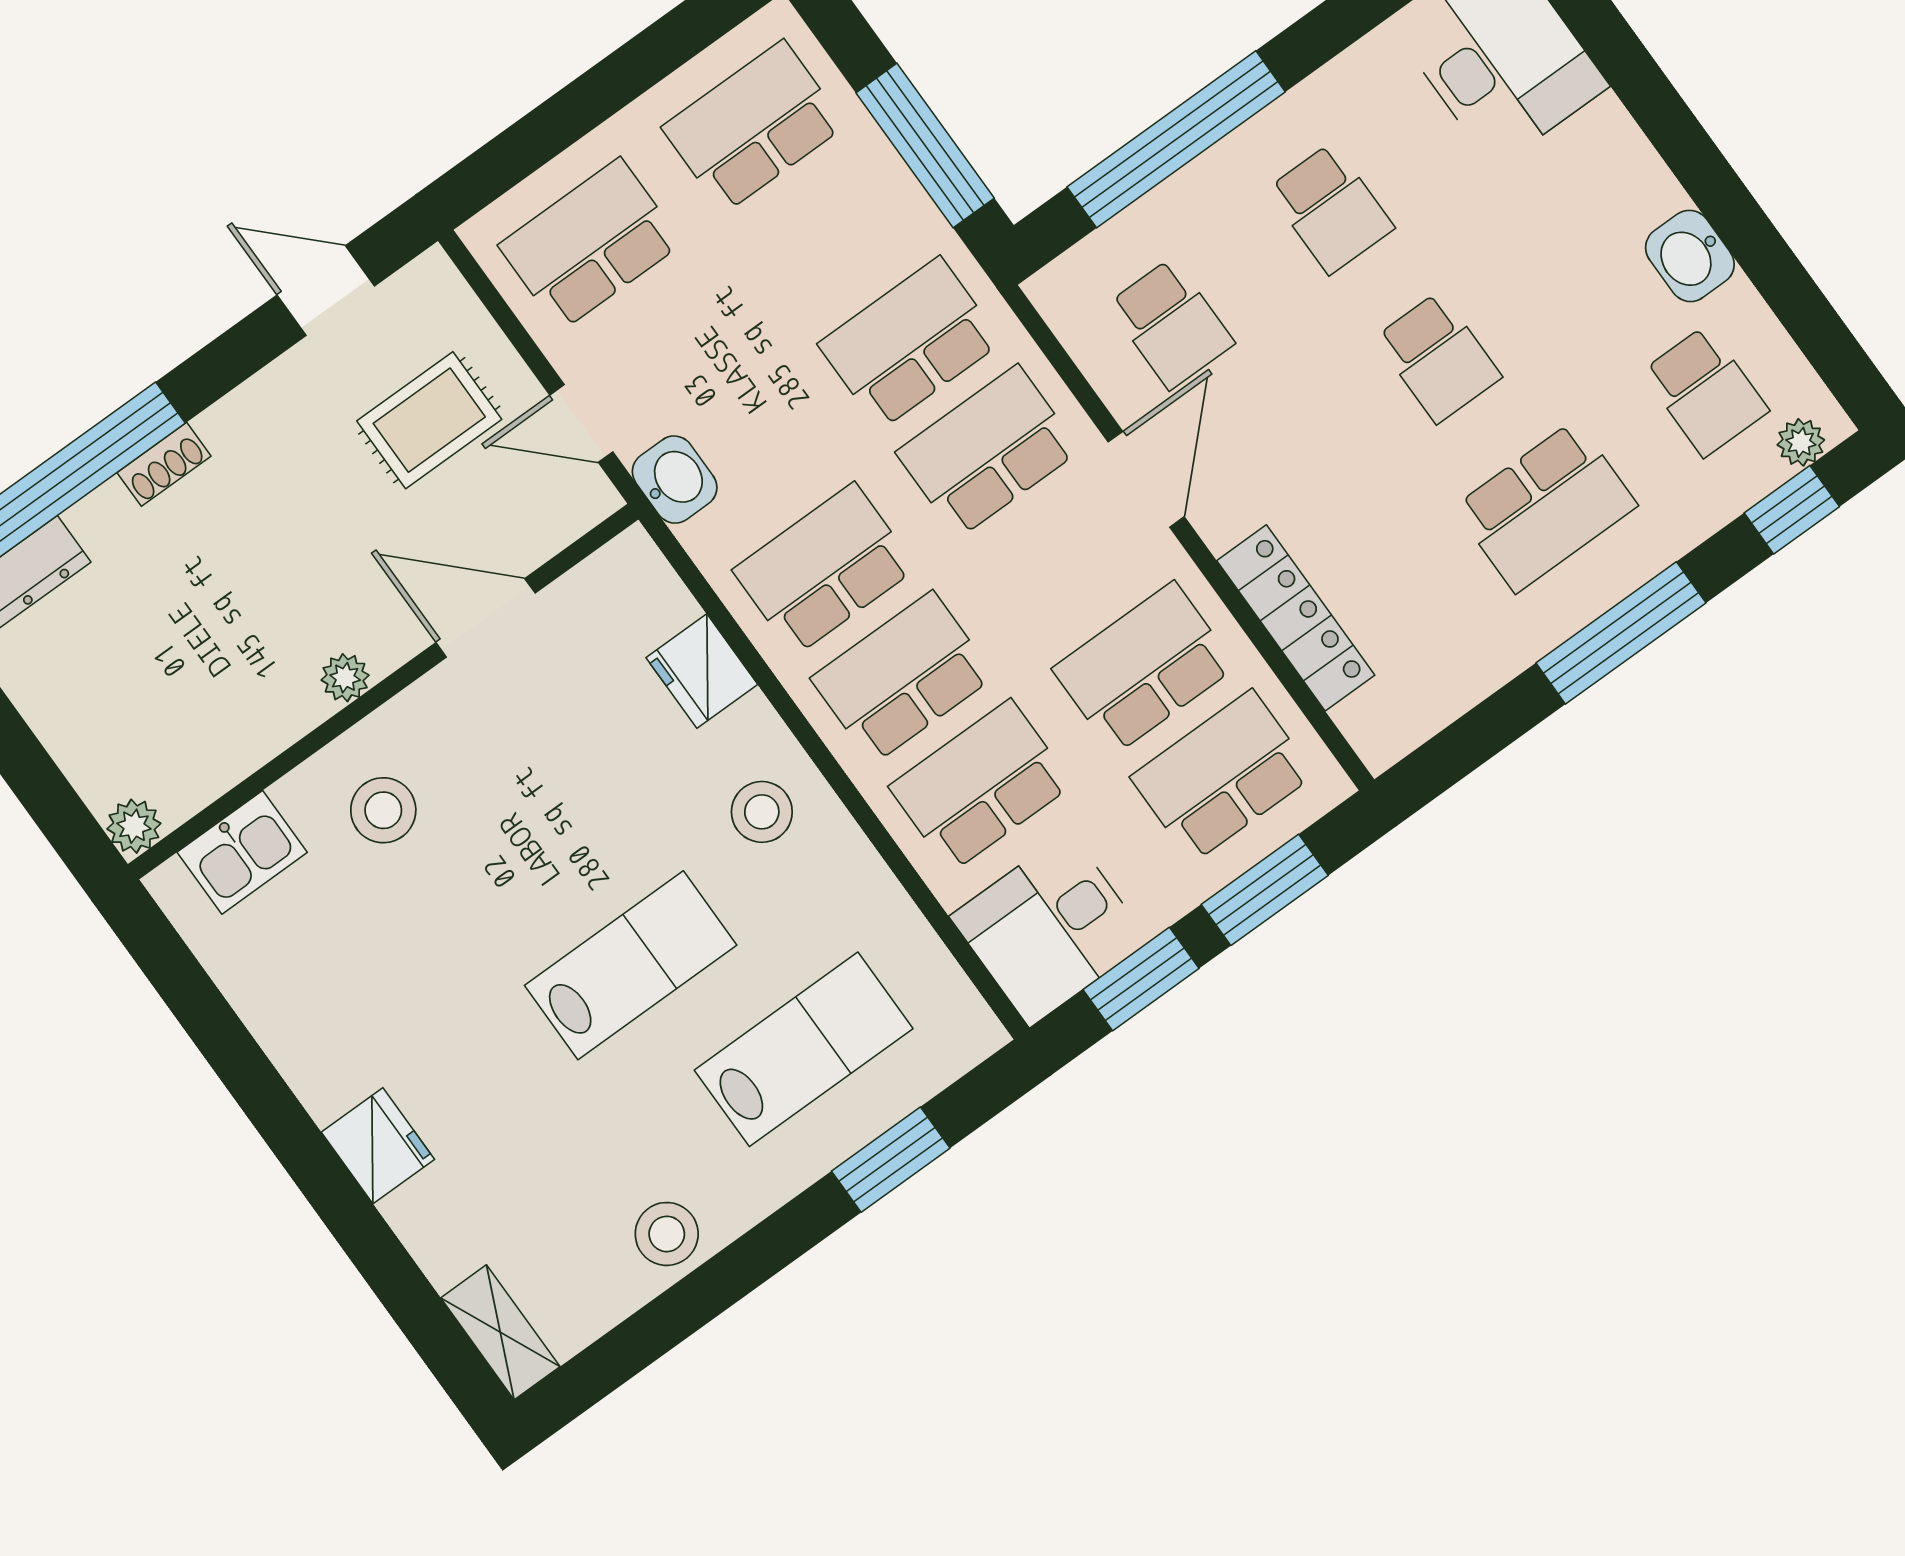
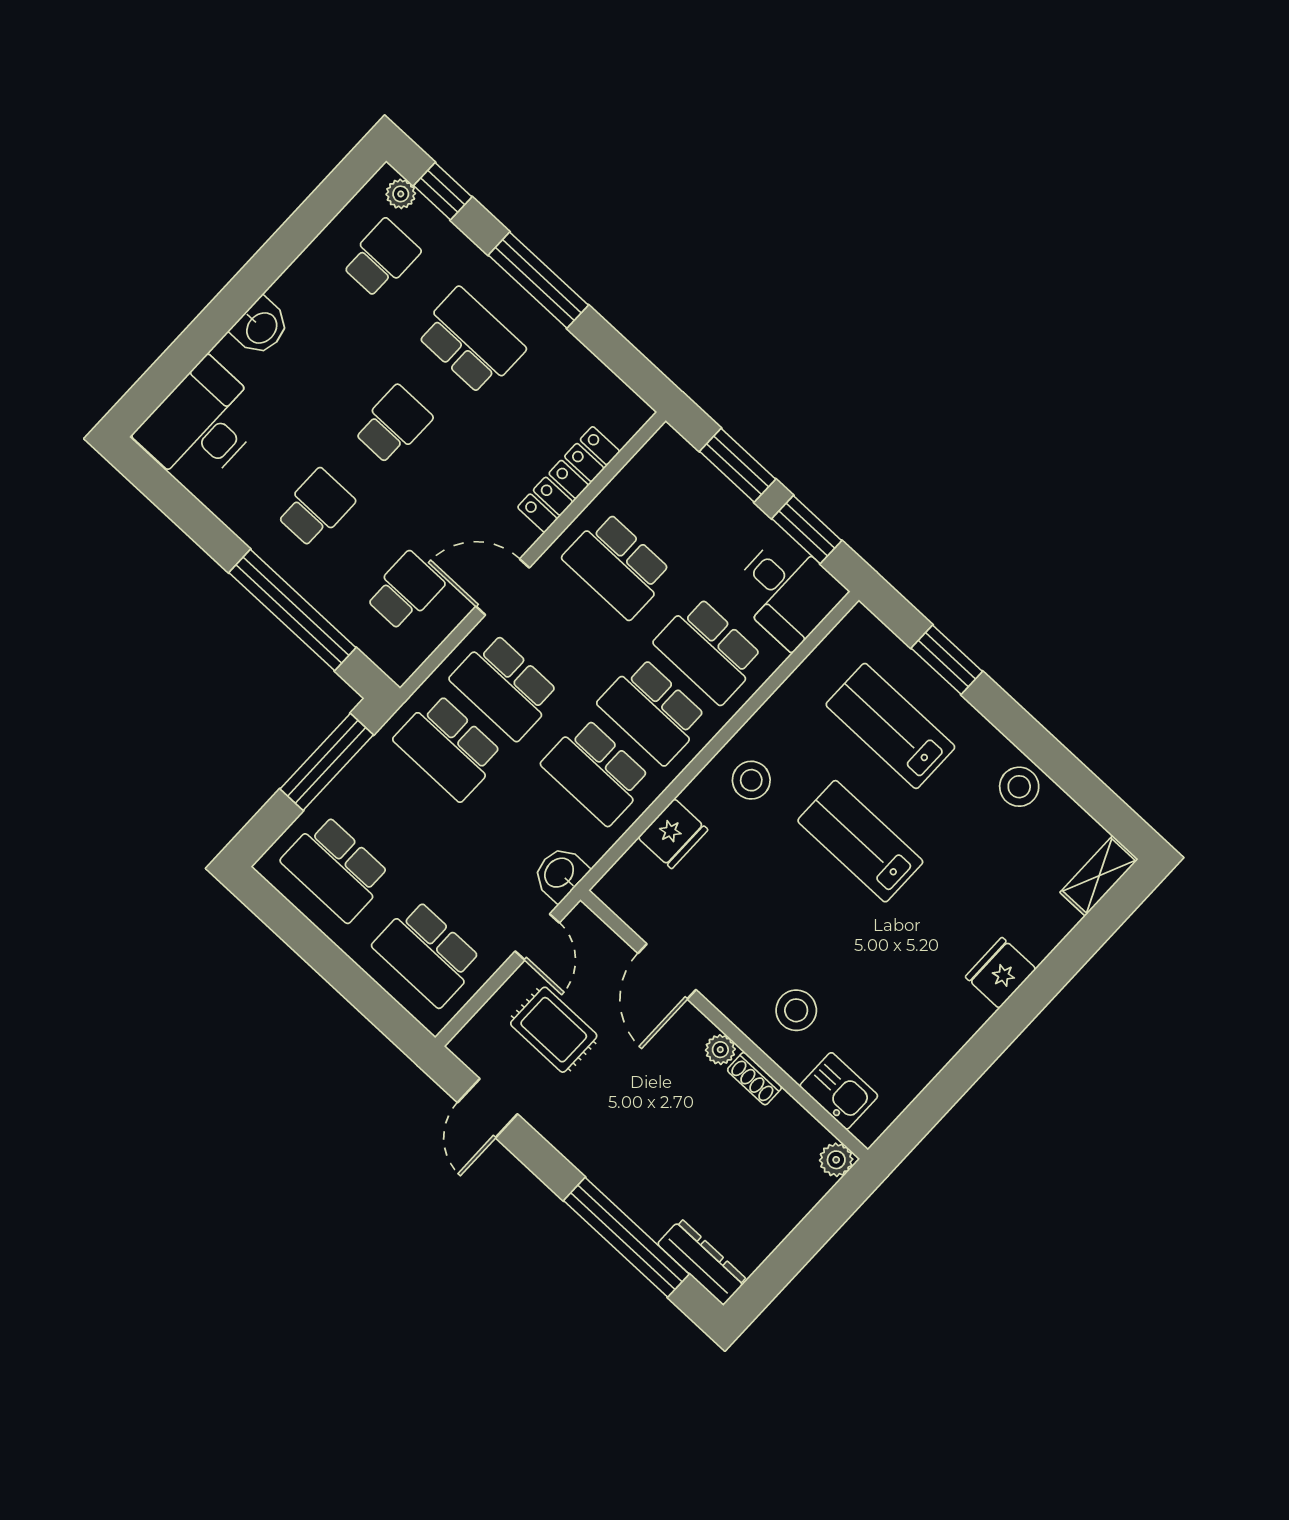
washbasin: (1690, 256) -> (261, 327), moved
shoe rack: (164, 464) -> (754, 1079), moved, turned 180
school desk: (1222, 776) -> (674, 505), removed

